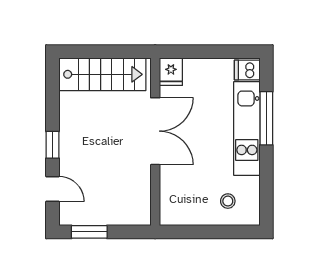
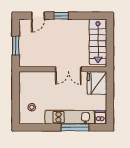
fridge: (171, 72) -> (97, 83), width x1.88, depth x1.34
double door: (155, 131) -> (68, 69), width x0.73
window: (89, 232) -> (16, 46), moved

